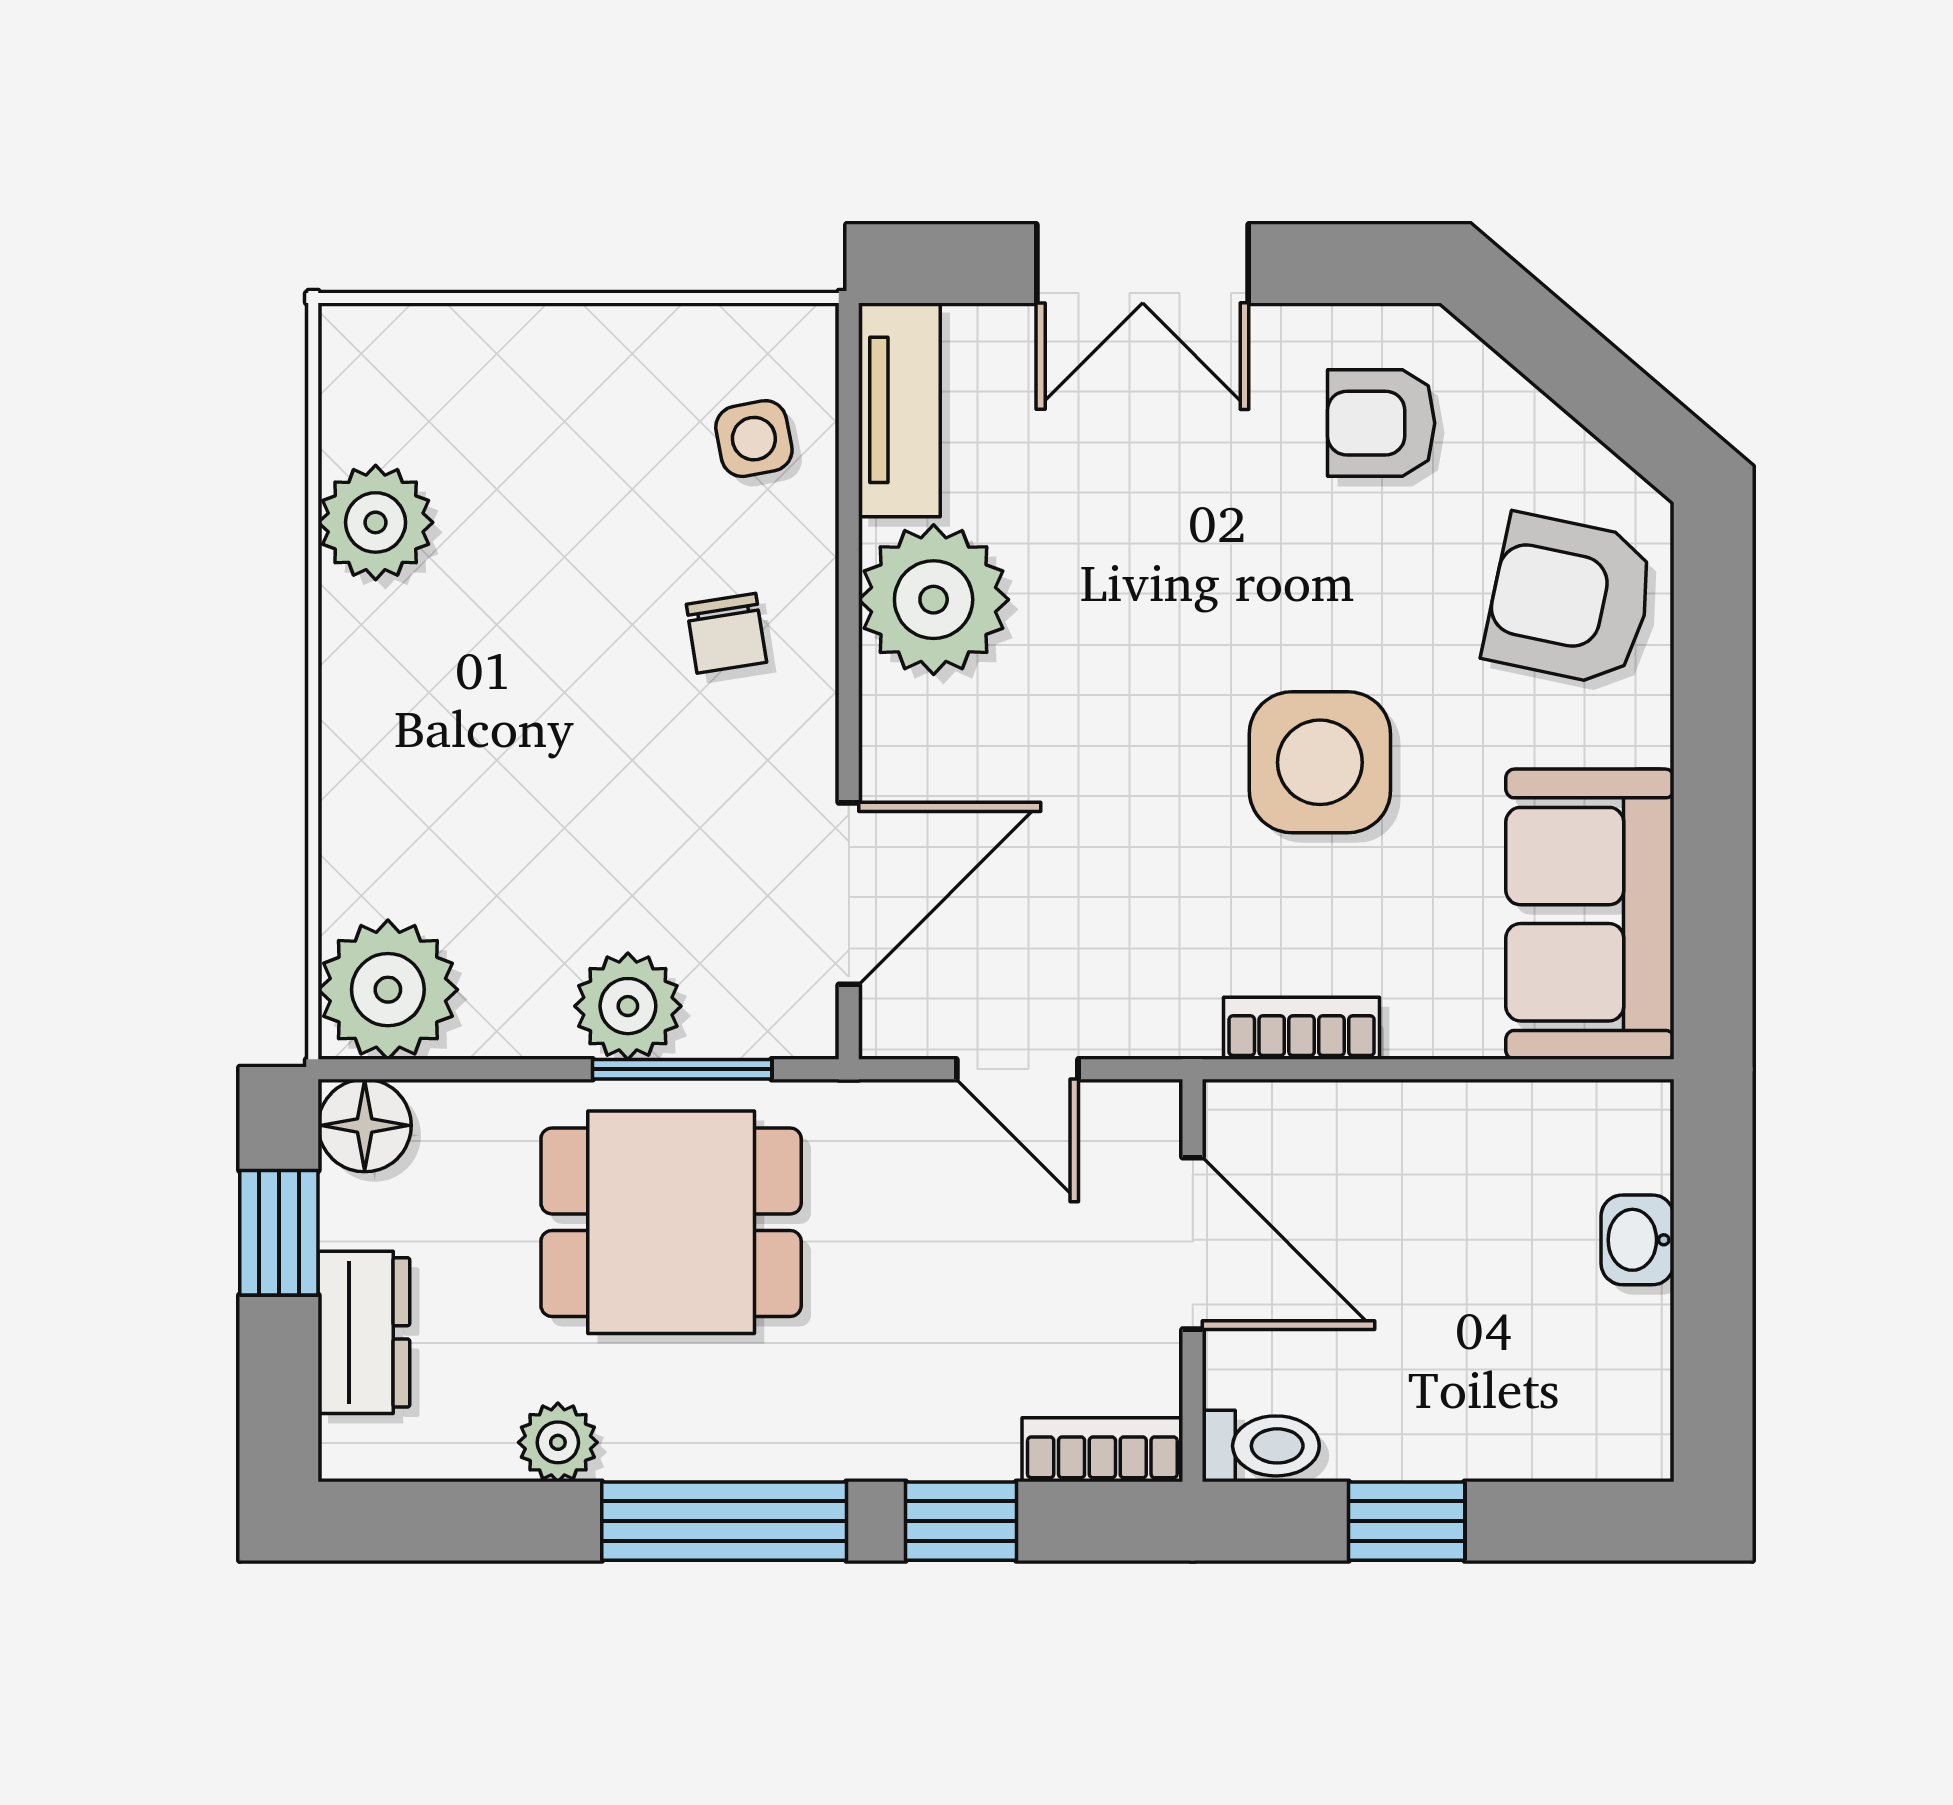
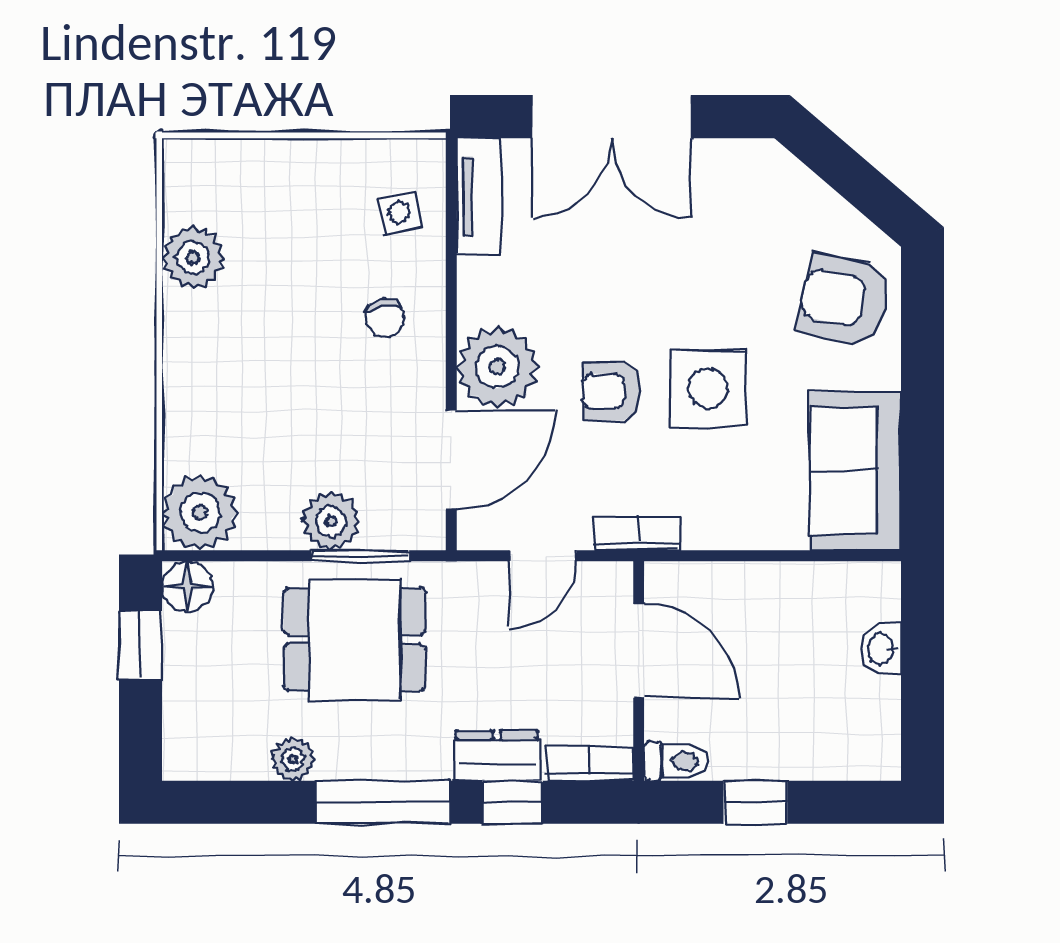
double door: (1143, 264) -> (611, 117), width x1.37
armchair: (1381, 423) -> (612, 391), moved
plant: (934, 600) -> (497, 367), moved
bookcase: (1302, 1028) -> (637, 533), moved
door: (1017, 1069) -> (543, 556), hinge flipped
dresser: (364, 1332) -> (497, 756), moved, turned -90

